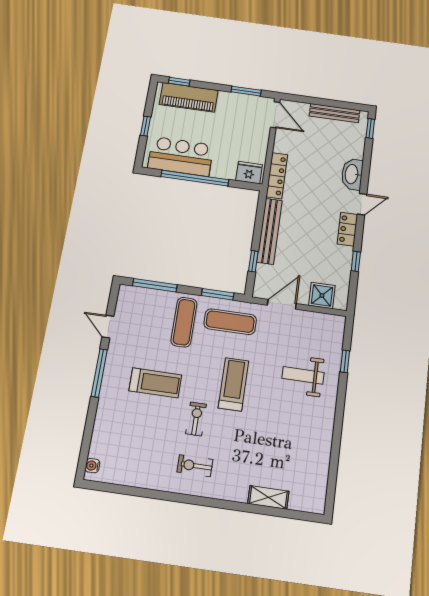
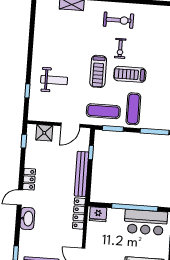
window: (356, 261) -> (24, 141), moved
treadmill: (155, 383) -> (130, 74), moved
exercise bike: (195, 466) -> (119, 20), width x1.38, depth x1.39

